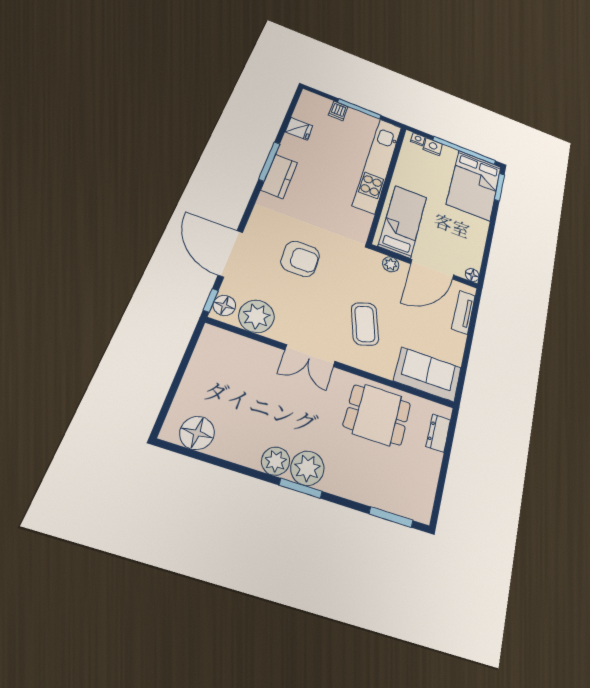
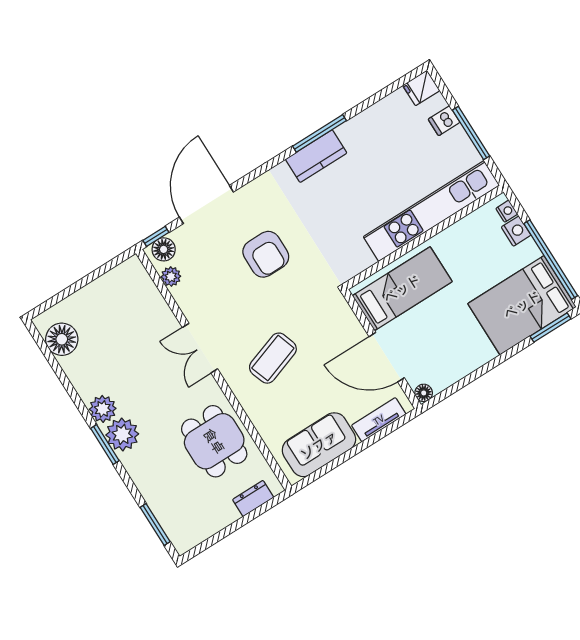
fridge: (299, 129) -> (421, 88), moved, turned 90
plant: (391, 264) -> (349, 322), removed
plant: (256, 316) -> (171, 277), width x0.53, depth x0.53
sofa: (428, 374) -> (319, 445), moved, turned -90

